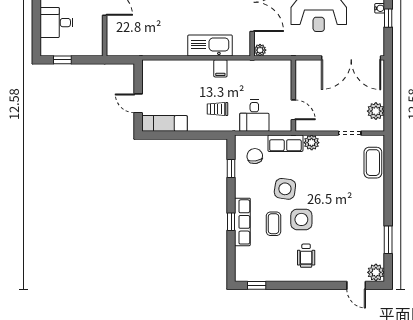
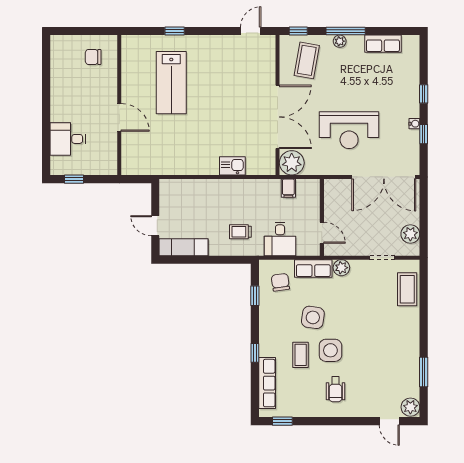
kitchen sink: (210, 46) -> (232, 166), width x0.53, depth x0.81
plant: (260, 50) -> (292, 163), width x1.88, depth x1.88
filing cabinet: (220, 68) -> (288, 188), moved
row of seats: (242, 222) -> (267, 383), moved

